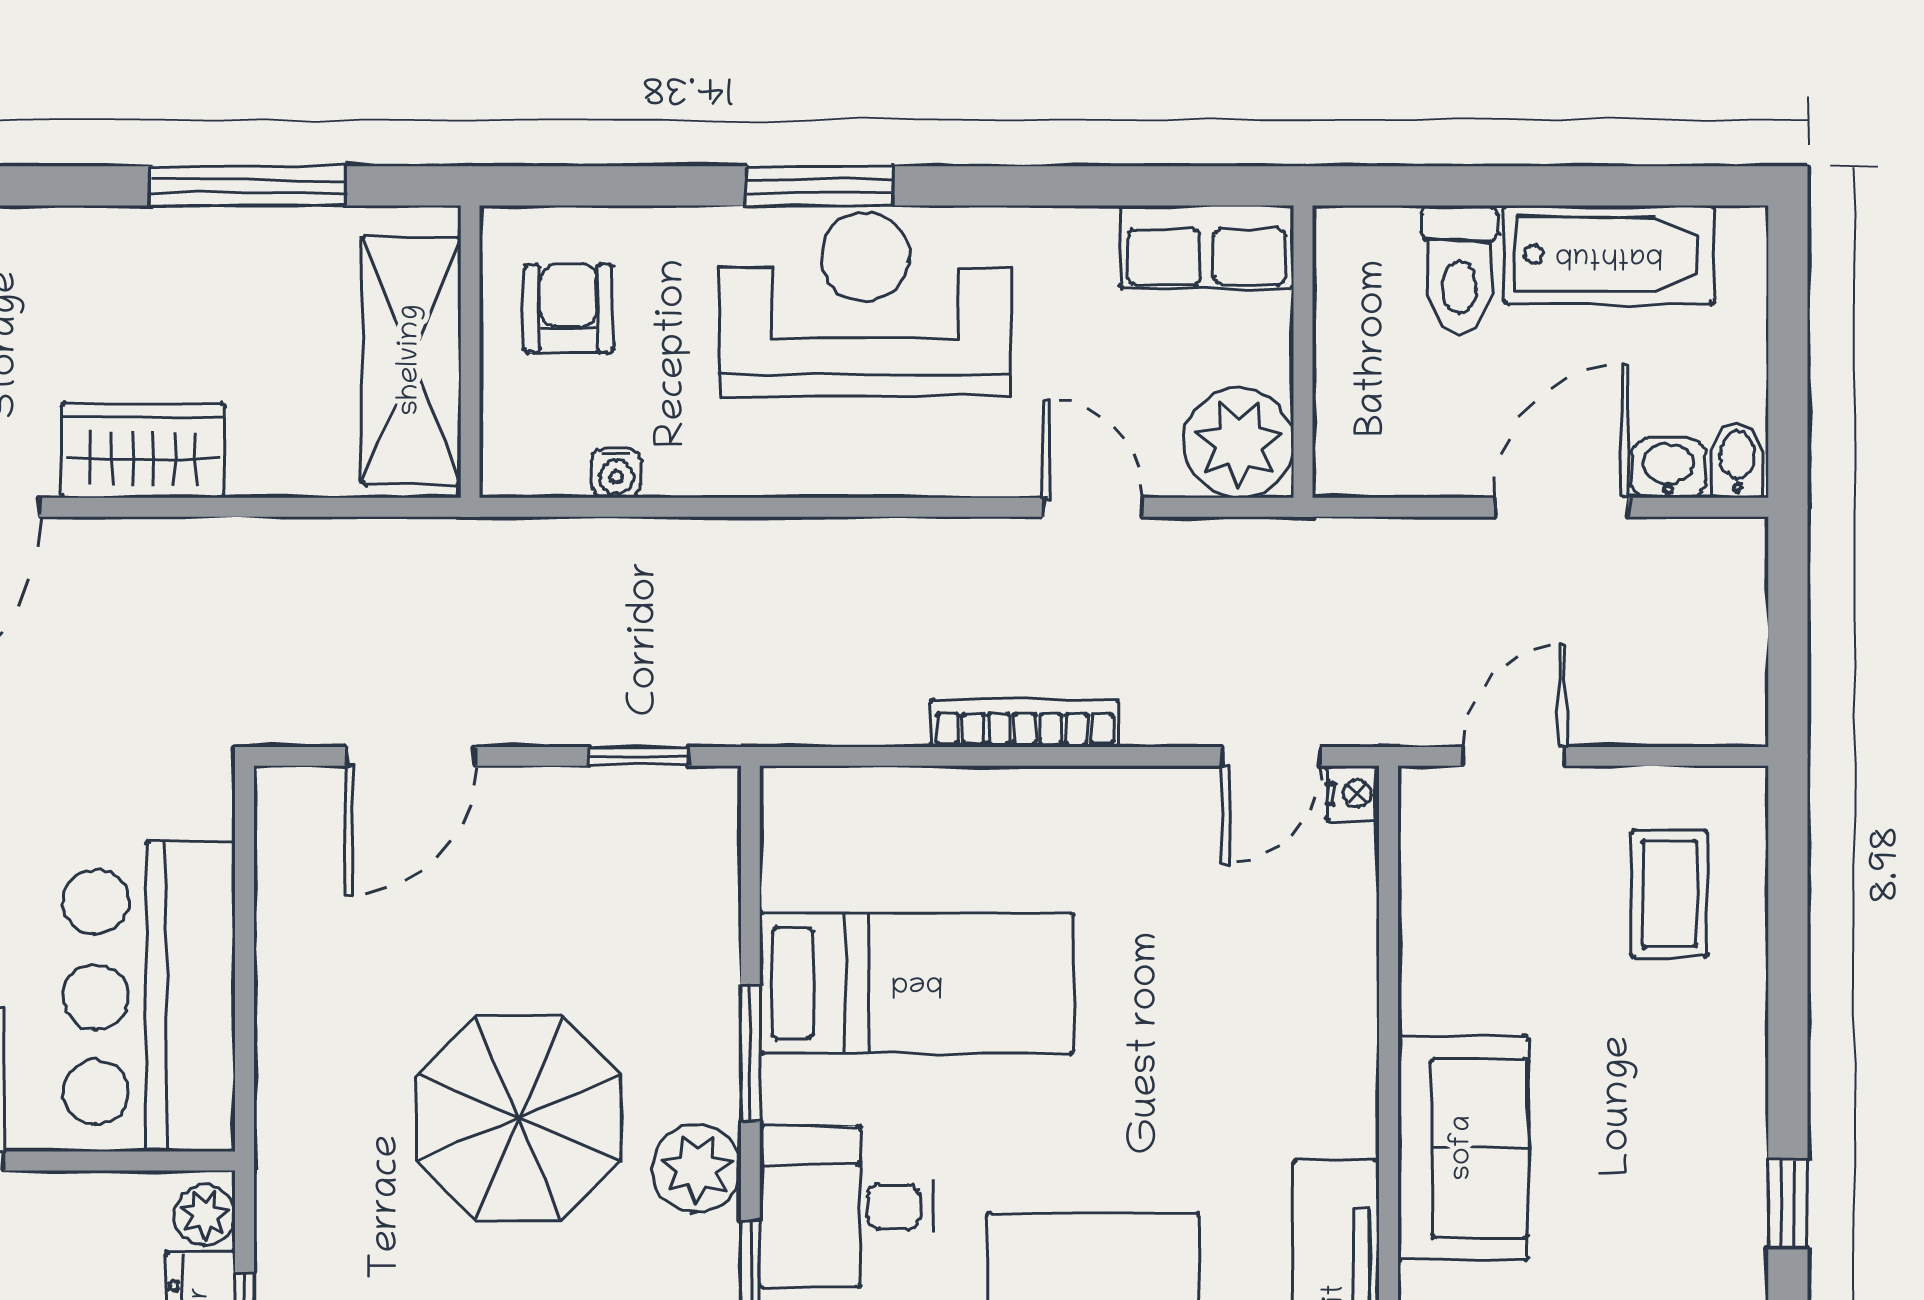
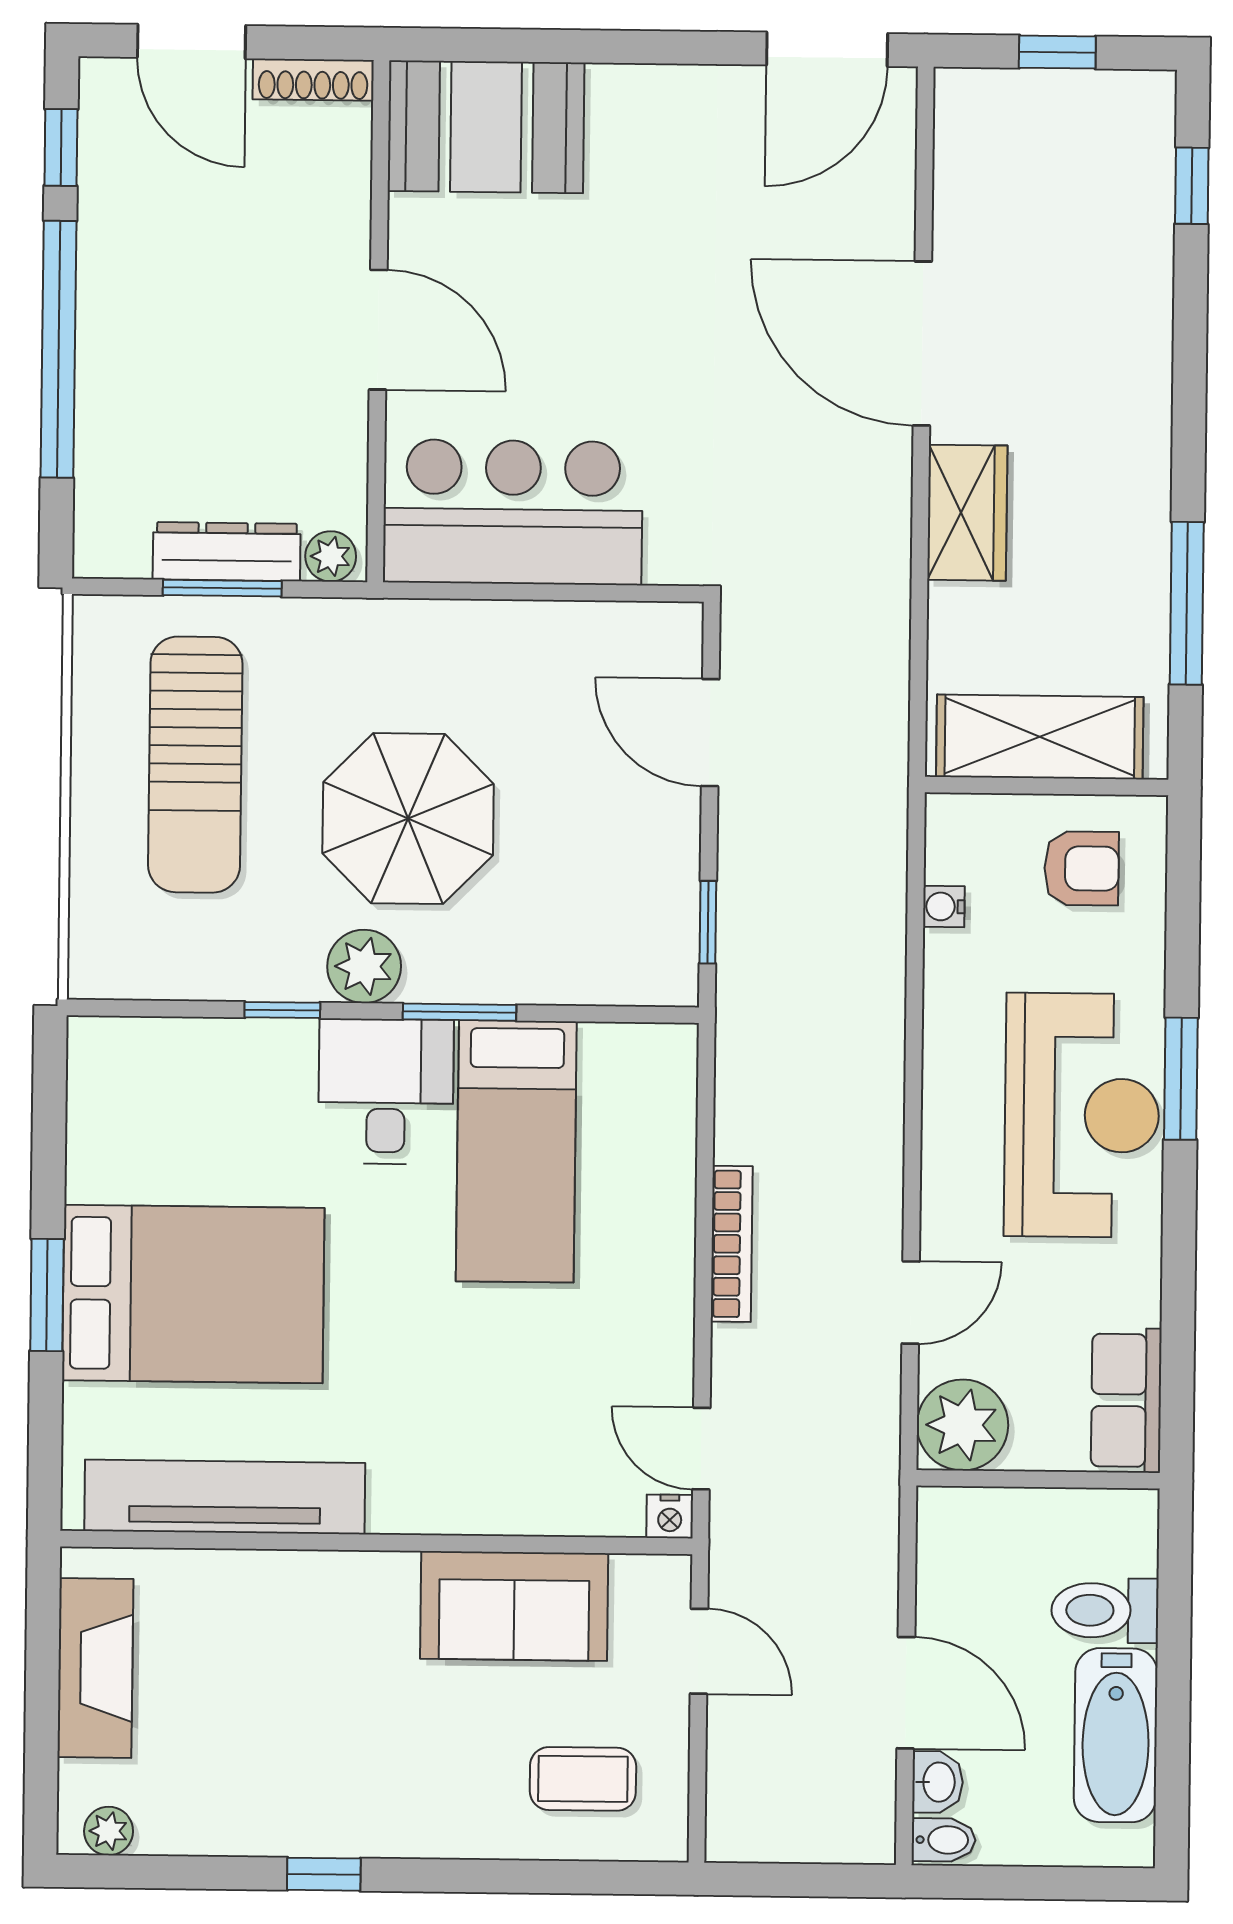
sofa: (1463, 1148) -> (514, 1606), moved
desk: (847, 1207) -> (386, 1091), moved

